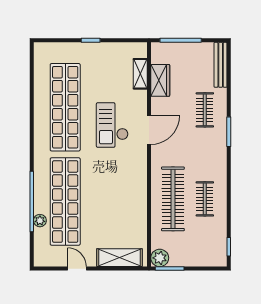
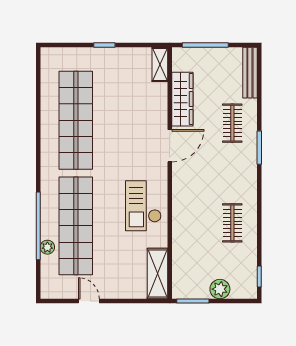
shelving: (140, 74) -> (160, 64), moved
wardrobe: (160, 80) -> (182, 99), width x1.50
checkout: (112, 125) -> (143, 206), moved
clothes rail: (173, 199) -> (197, 223), removed
shelving: (119, 258) -> (157, 274), moved, turned 90
plant: (160, 258) -> (220, 289), moved

